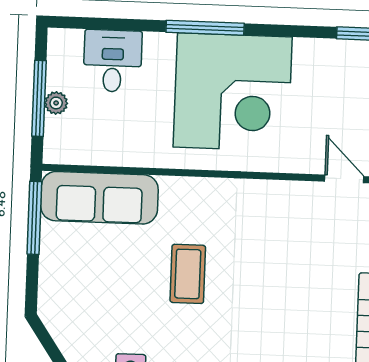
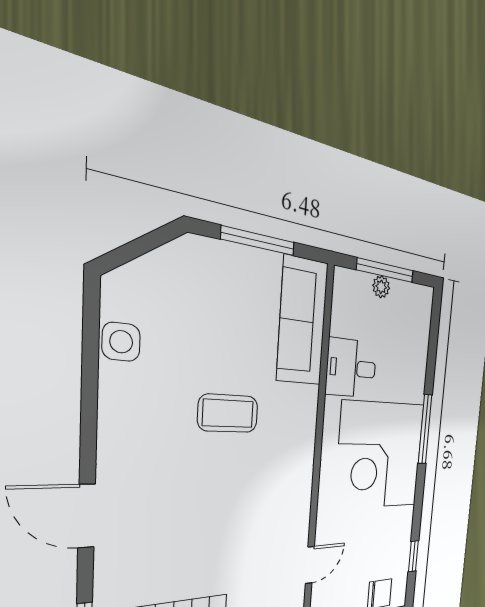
desk: (113, 61) -> (351, 368), moved, turned 180
window: (34, 218) -> (258, 241), moved

